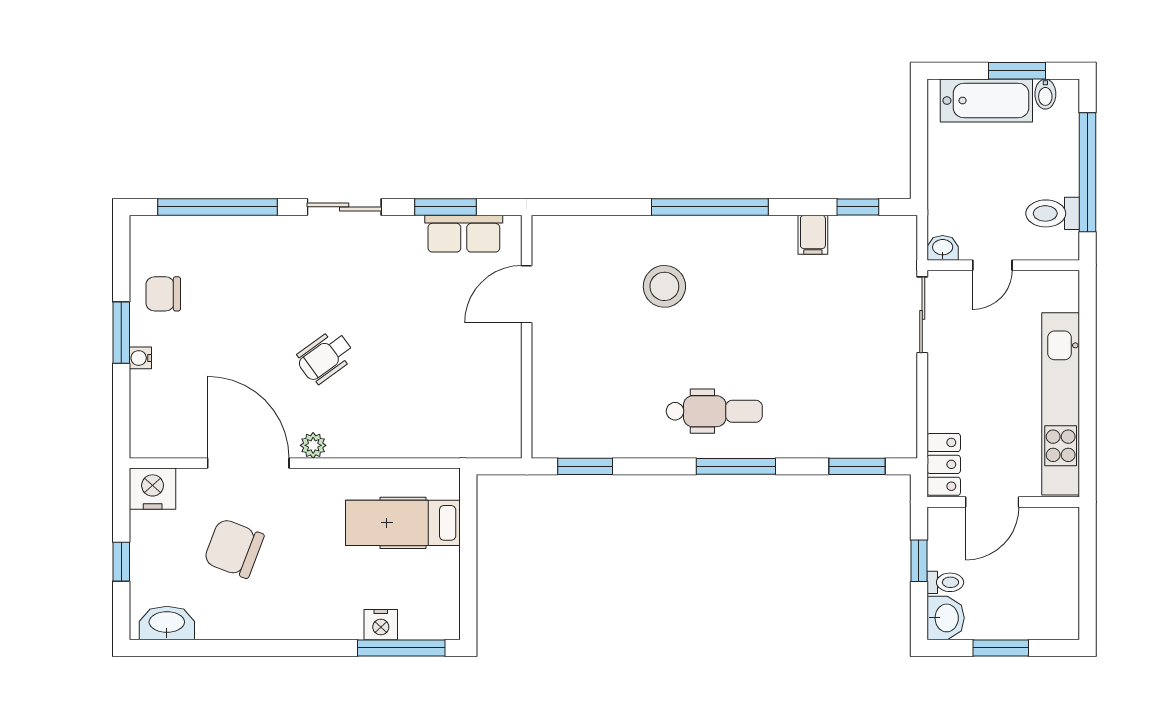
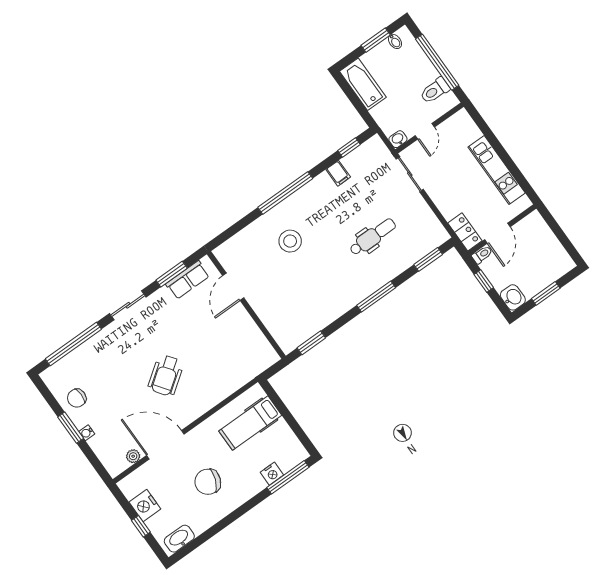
bathtub: (986, 101) -> (363, 84), moved, turned -90
wheelchair: (325, 357) -> (166, 375), width x1.36, depth x1.37
kitchen unit: (1061, 404) -> (497, 170), width x0.73
dental chair: (714, 411) -> (373, 237), moved
plant: (313, 445) -> (133, 456), moved
nightstand: (153, 489) -> (145, 505), moved, turned -90
chair: (234, 548) -> (208, 482), moved
toilet: (945, 582) -> (482, 255), moved

